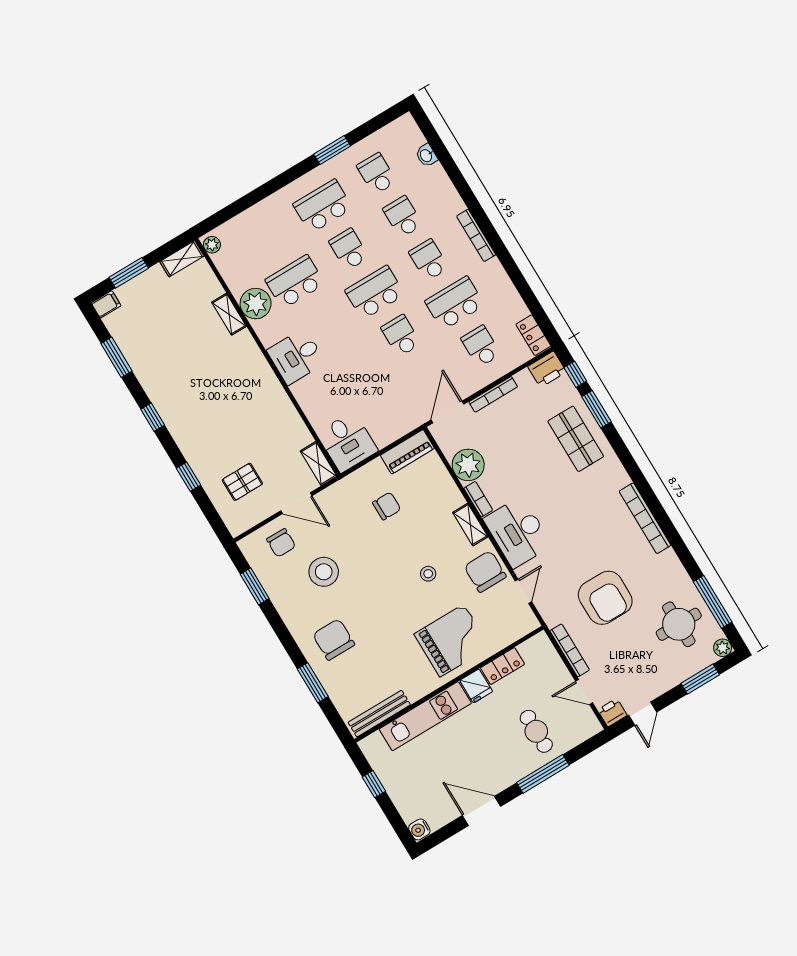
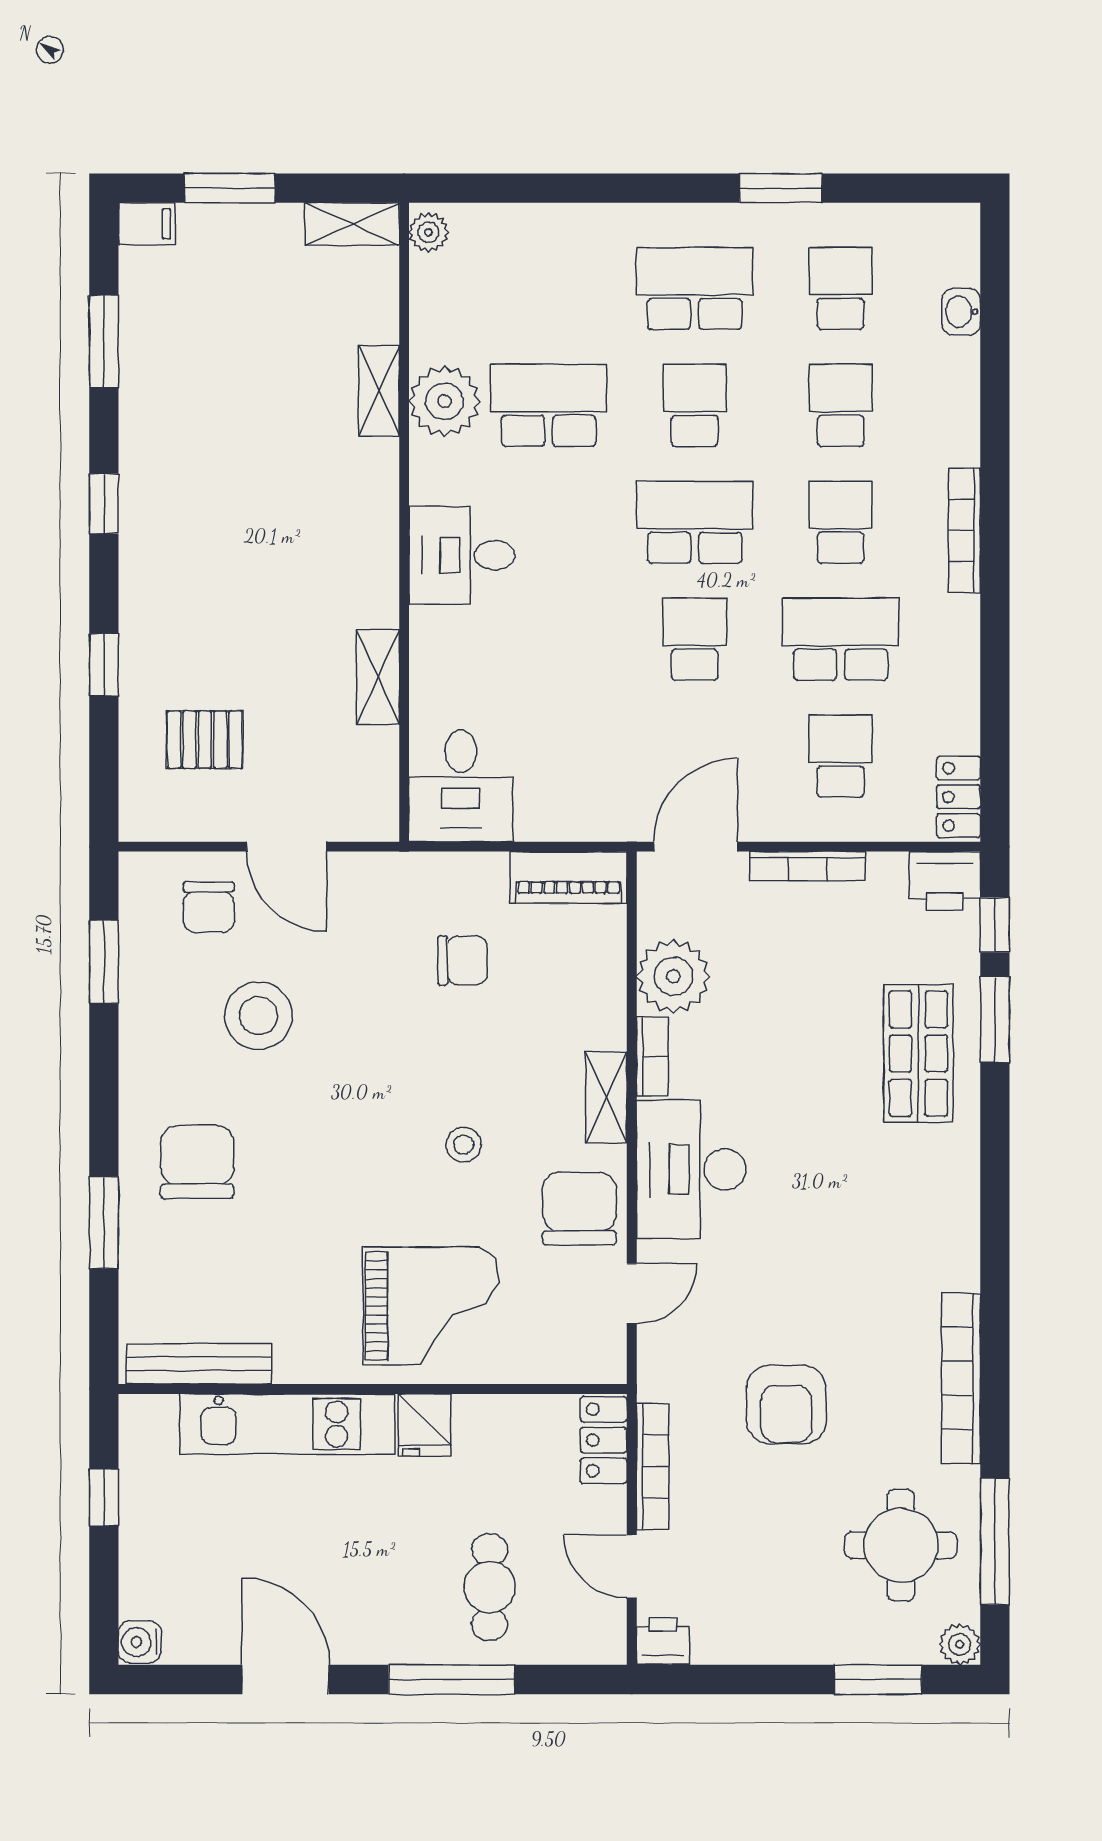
shelving: (319, 464) -> (378, 677), moved
bookcase: (645, 518) -> (961, 1378), moved
armchair: (605, 598) -> (786, 1405), width x0.73, depth x0.73
locker: (503, 666) -> (604, 1440), moved, turned 90
door: (643, 714) -> (722, 1679), removed

